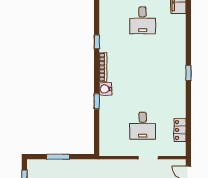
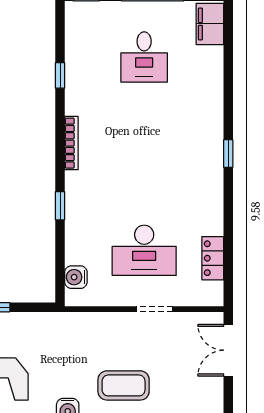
window: (97, 42) -> (60, 75), moved
water cooler: (105, 89) -> (76, 277), moved
desk: (143, 126) -> (144, 250), width x1.37

